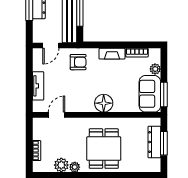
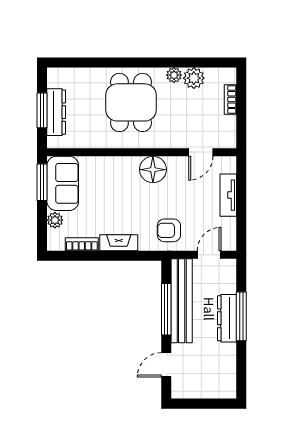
floor lamp: (104, 103) -> (153, 170), moved

